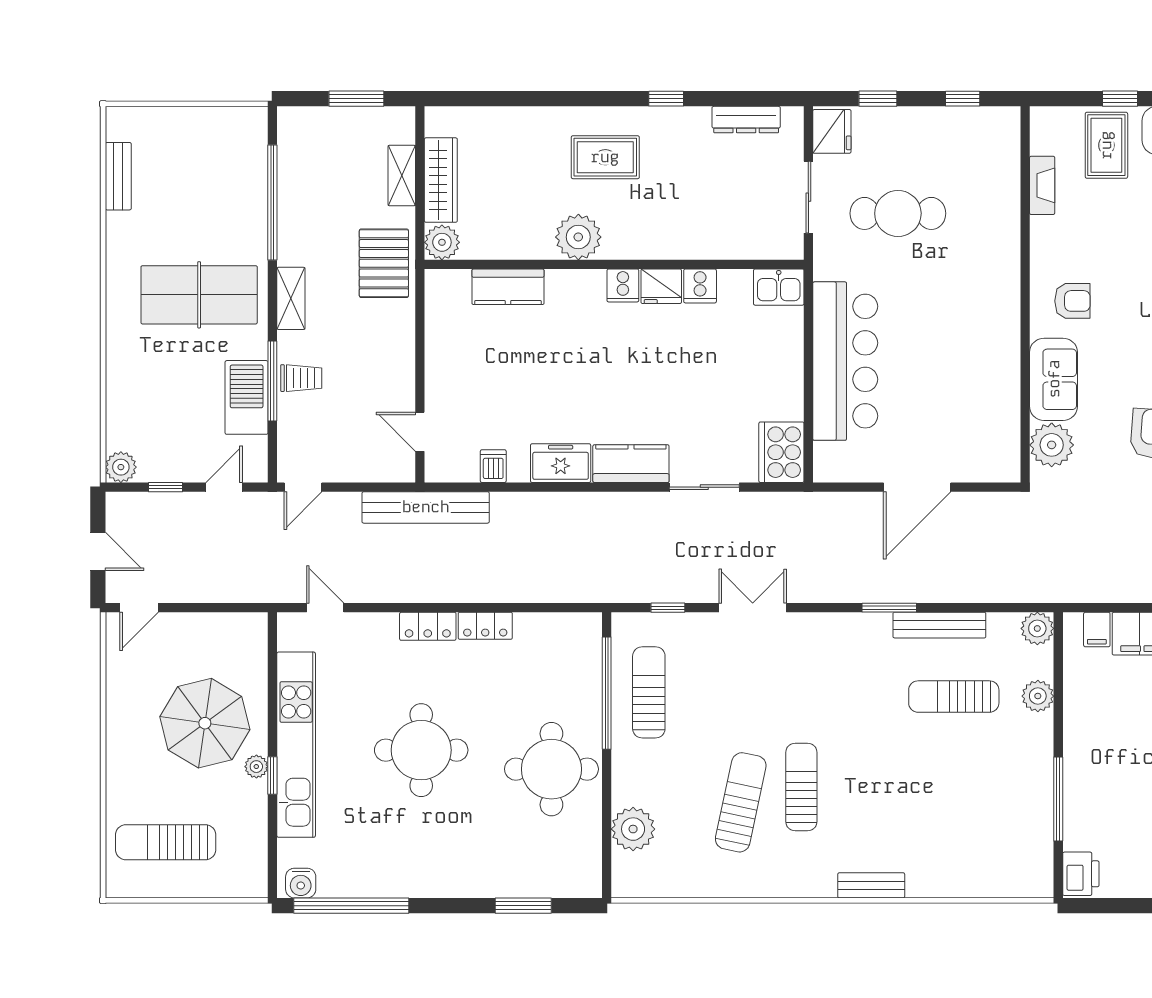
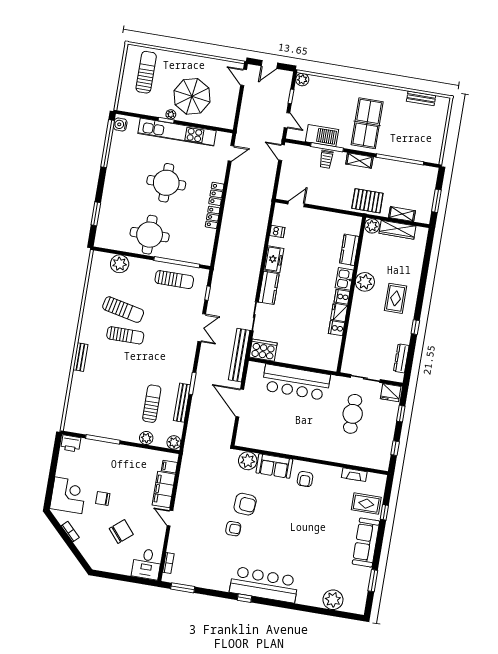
kitchen sink: (779, 287) -> (344, 279), moved
bench: (426, 507) -> (239, 355), moved

